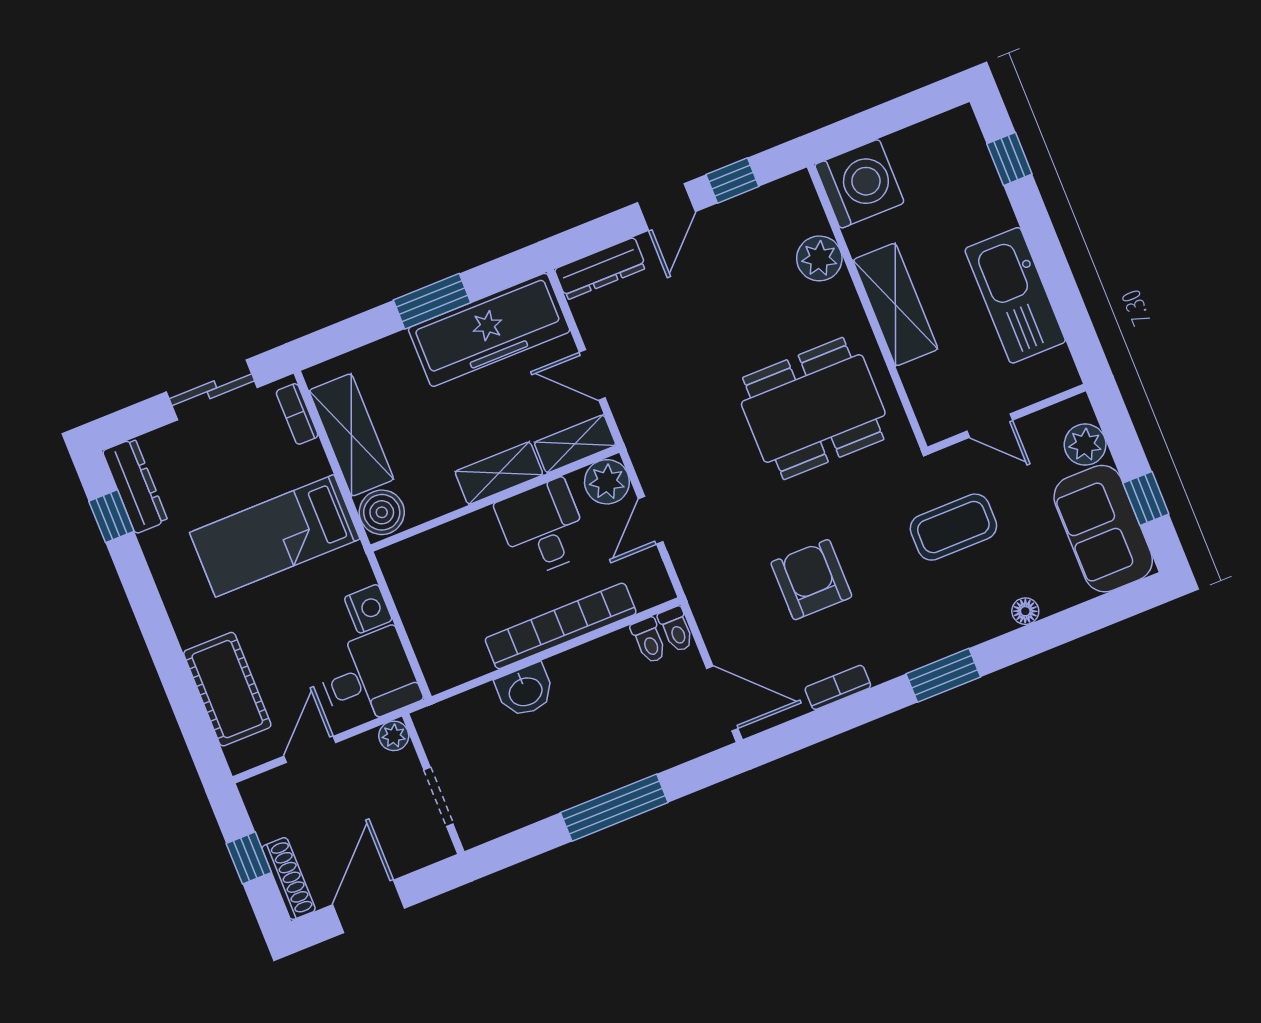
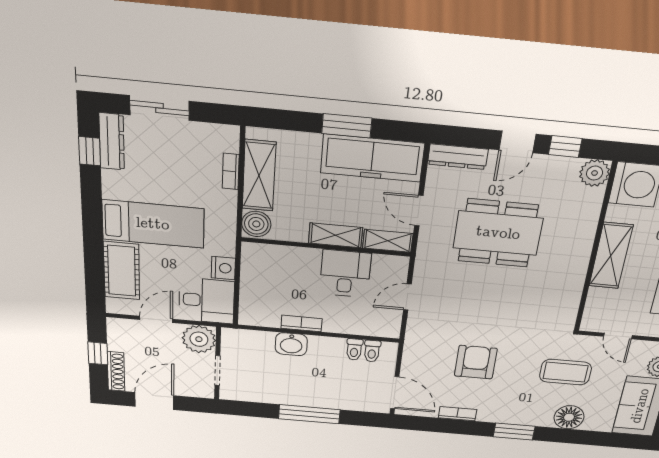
plant: (819, 258) -> (595, 173), moved
sliding door: (212, 390) -> (159, 108), moved
dining table: (813, 408) -> (498, 233), moved
bookcase: (297, 414) -> (231, 171), moved
plant: (607, 482) -> (395, 268), removed
bed: (275, 536) -> (153, 224), moved, turned 180
floor lamp: (1025, 611) -> (569, 417), width x1.89, depth x1.89
bookcase: (561, 626) -> (301, 323), width x0.43, depth x0.76
toilet: (676, 629) -> (354, 349), moved
plant: (394, 736) -> (199, 339), width x1.88, depth x1.88

